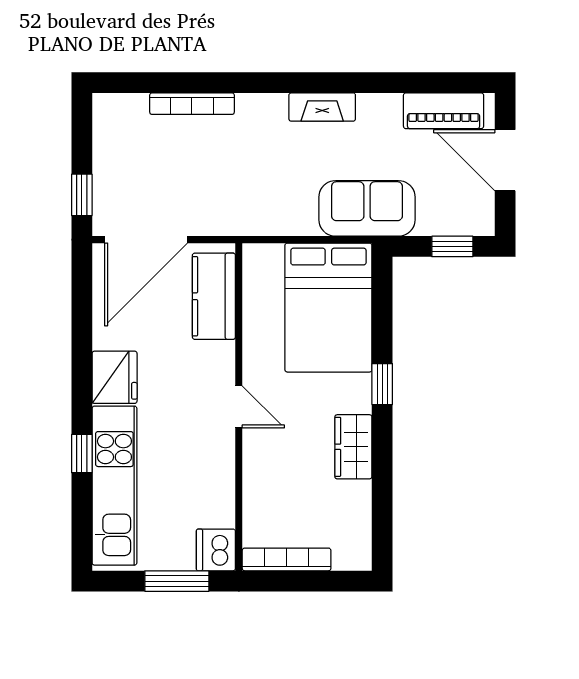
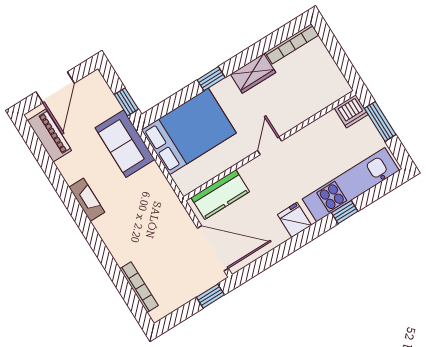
bookcase: (192, 104) -> (139, 287), moved
window: (452, 246) -> (126, 102), moved
fridge: (115, 377) -> (294, 220), width x0.72
bookcase: (287, 559) -> (292, 44), moved, turned -90

